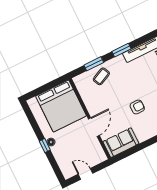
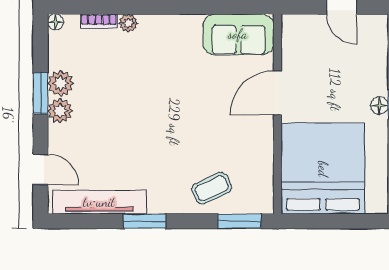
window: (94, 64) -> (239, 221), moved
armchair: (137, 107) -> (170, 90), removed

